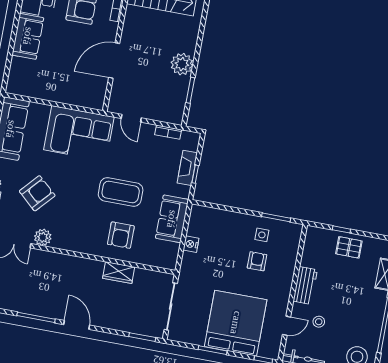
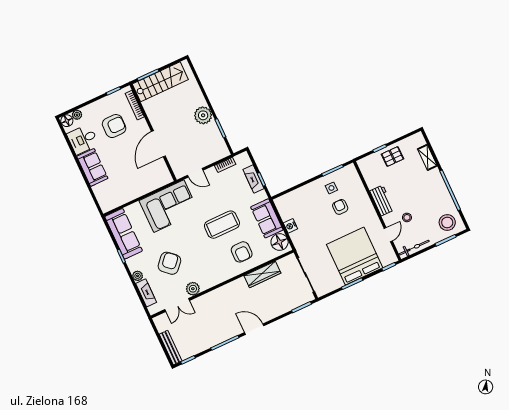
floor lamp: (168, 253) -> (280, 242), added
wardrobe: (119, 273) -> (262, 274), width x1.50

